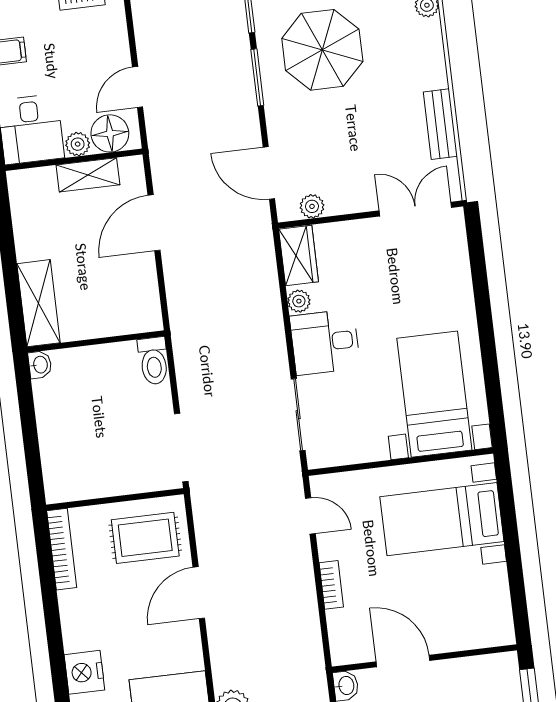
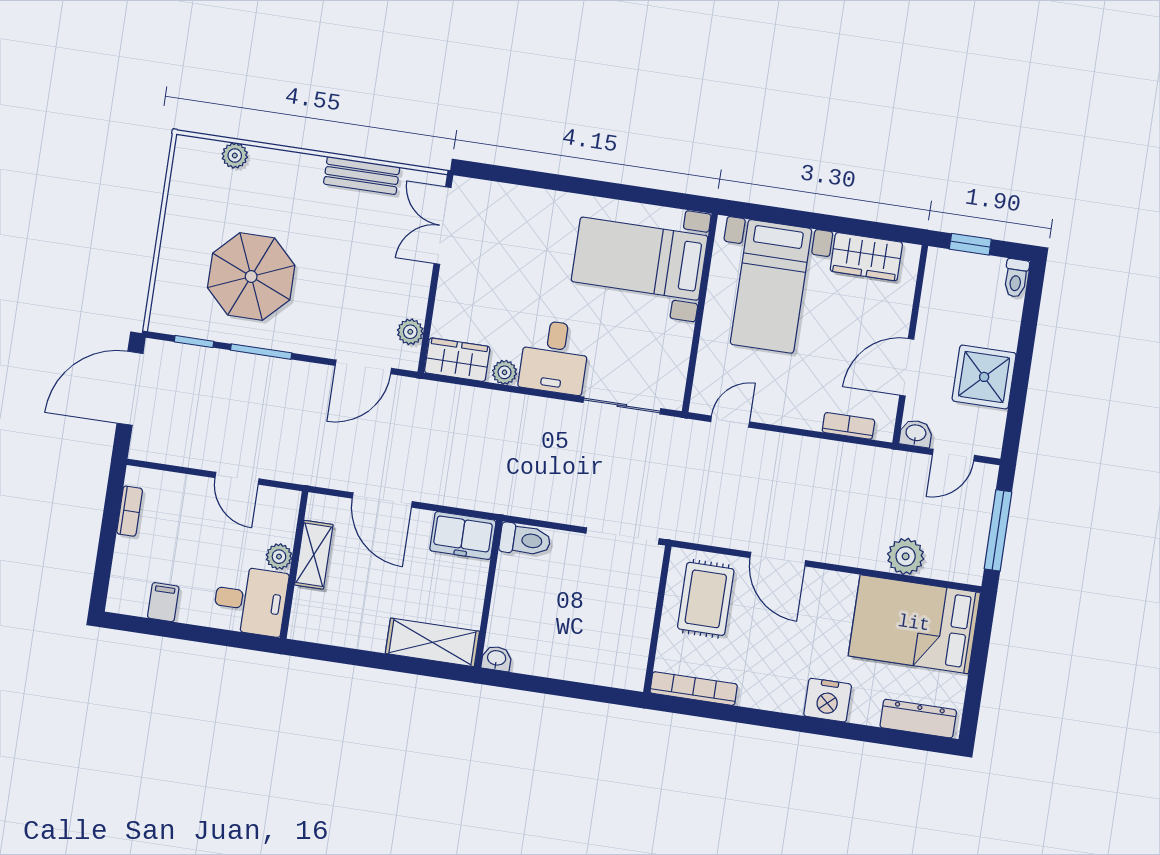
floor lamp: (110, 133) -> (277, 520), removed
freezer: (142, 304) -> (463, 536), added
bookcase: (331, 585) -> (848, 426), moved
wardrobe: (492, 597) -> (866, 257), added

